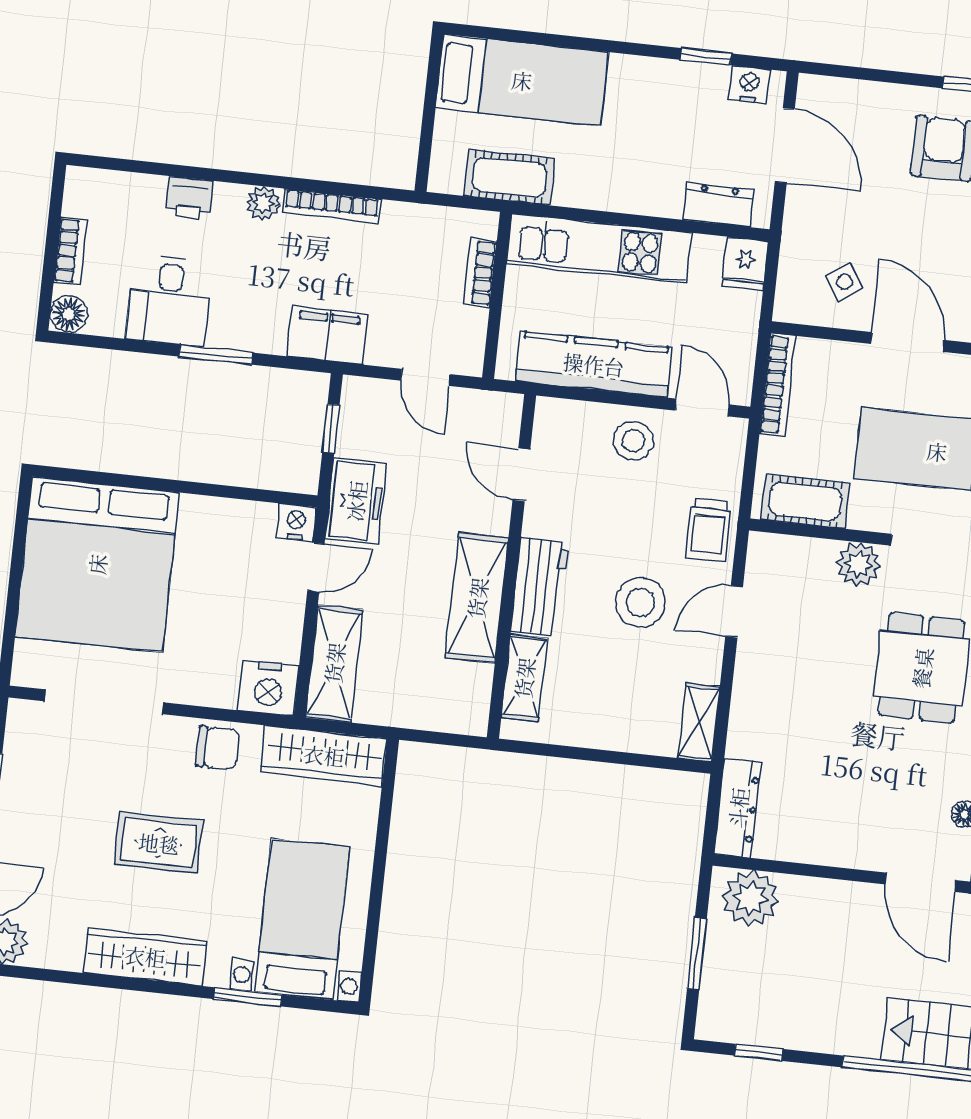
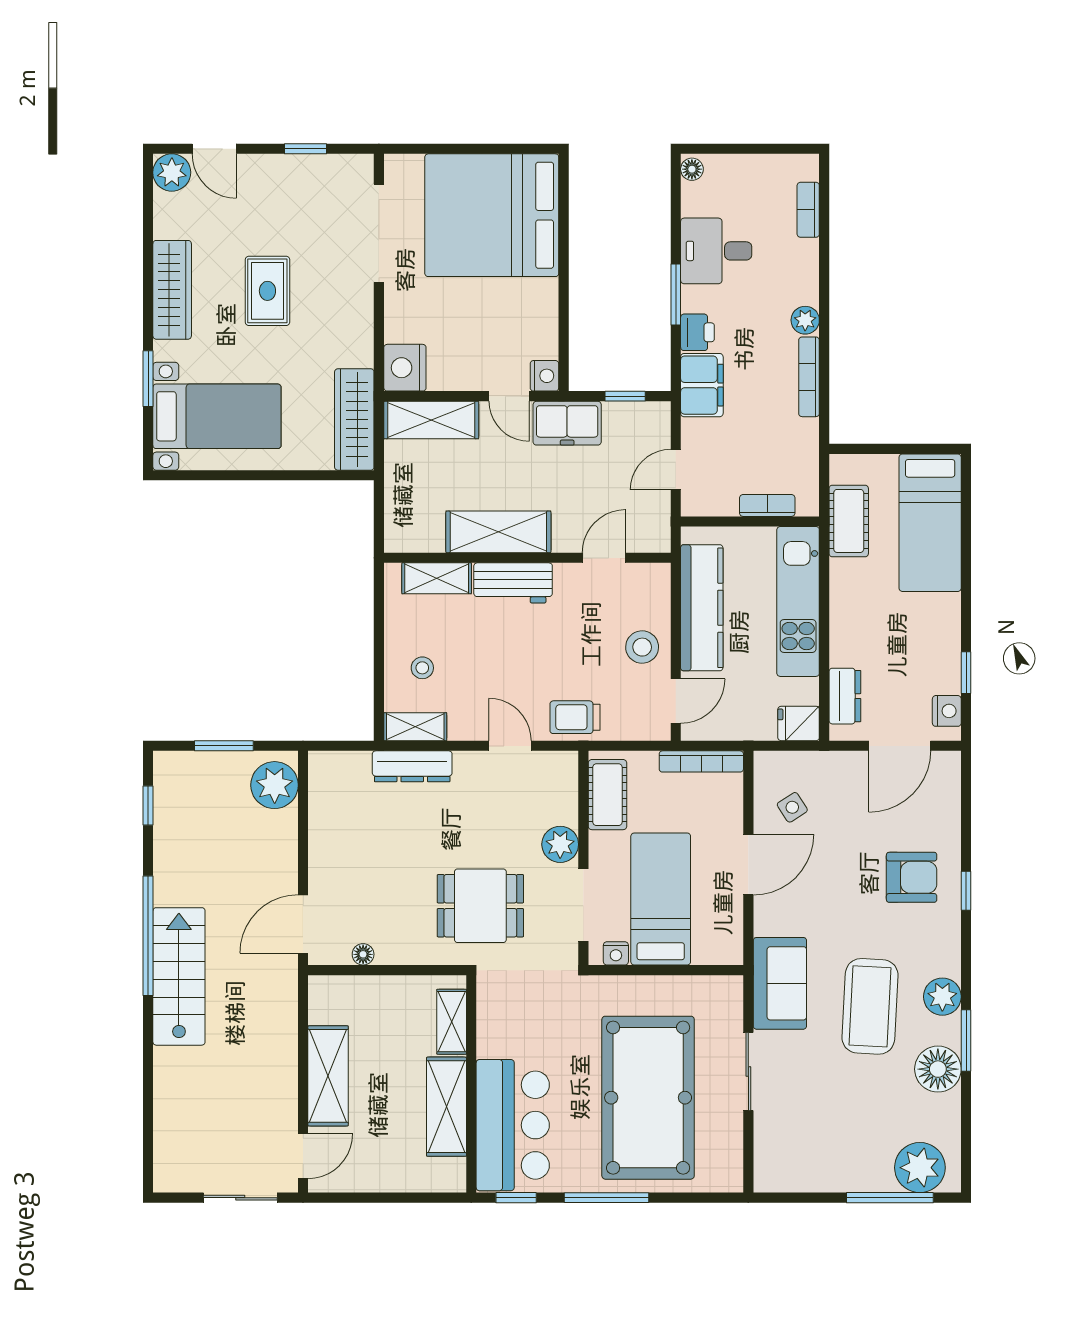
printer: (189, 198) -> (697, 332), moved, turned 180
bookcase: (70, 251) -> (808, 210), moved, turned 90
floor lamp: (69, 314) -> (692, 169), width x0.73, depth x0.73
stool: (640, 603) -> (422, 668), moved, width x0.53, depth x0.53
chair: (218, 748) -> (351, 331), removed
dresser: (738, 808) -> (412, 766), moved

